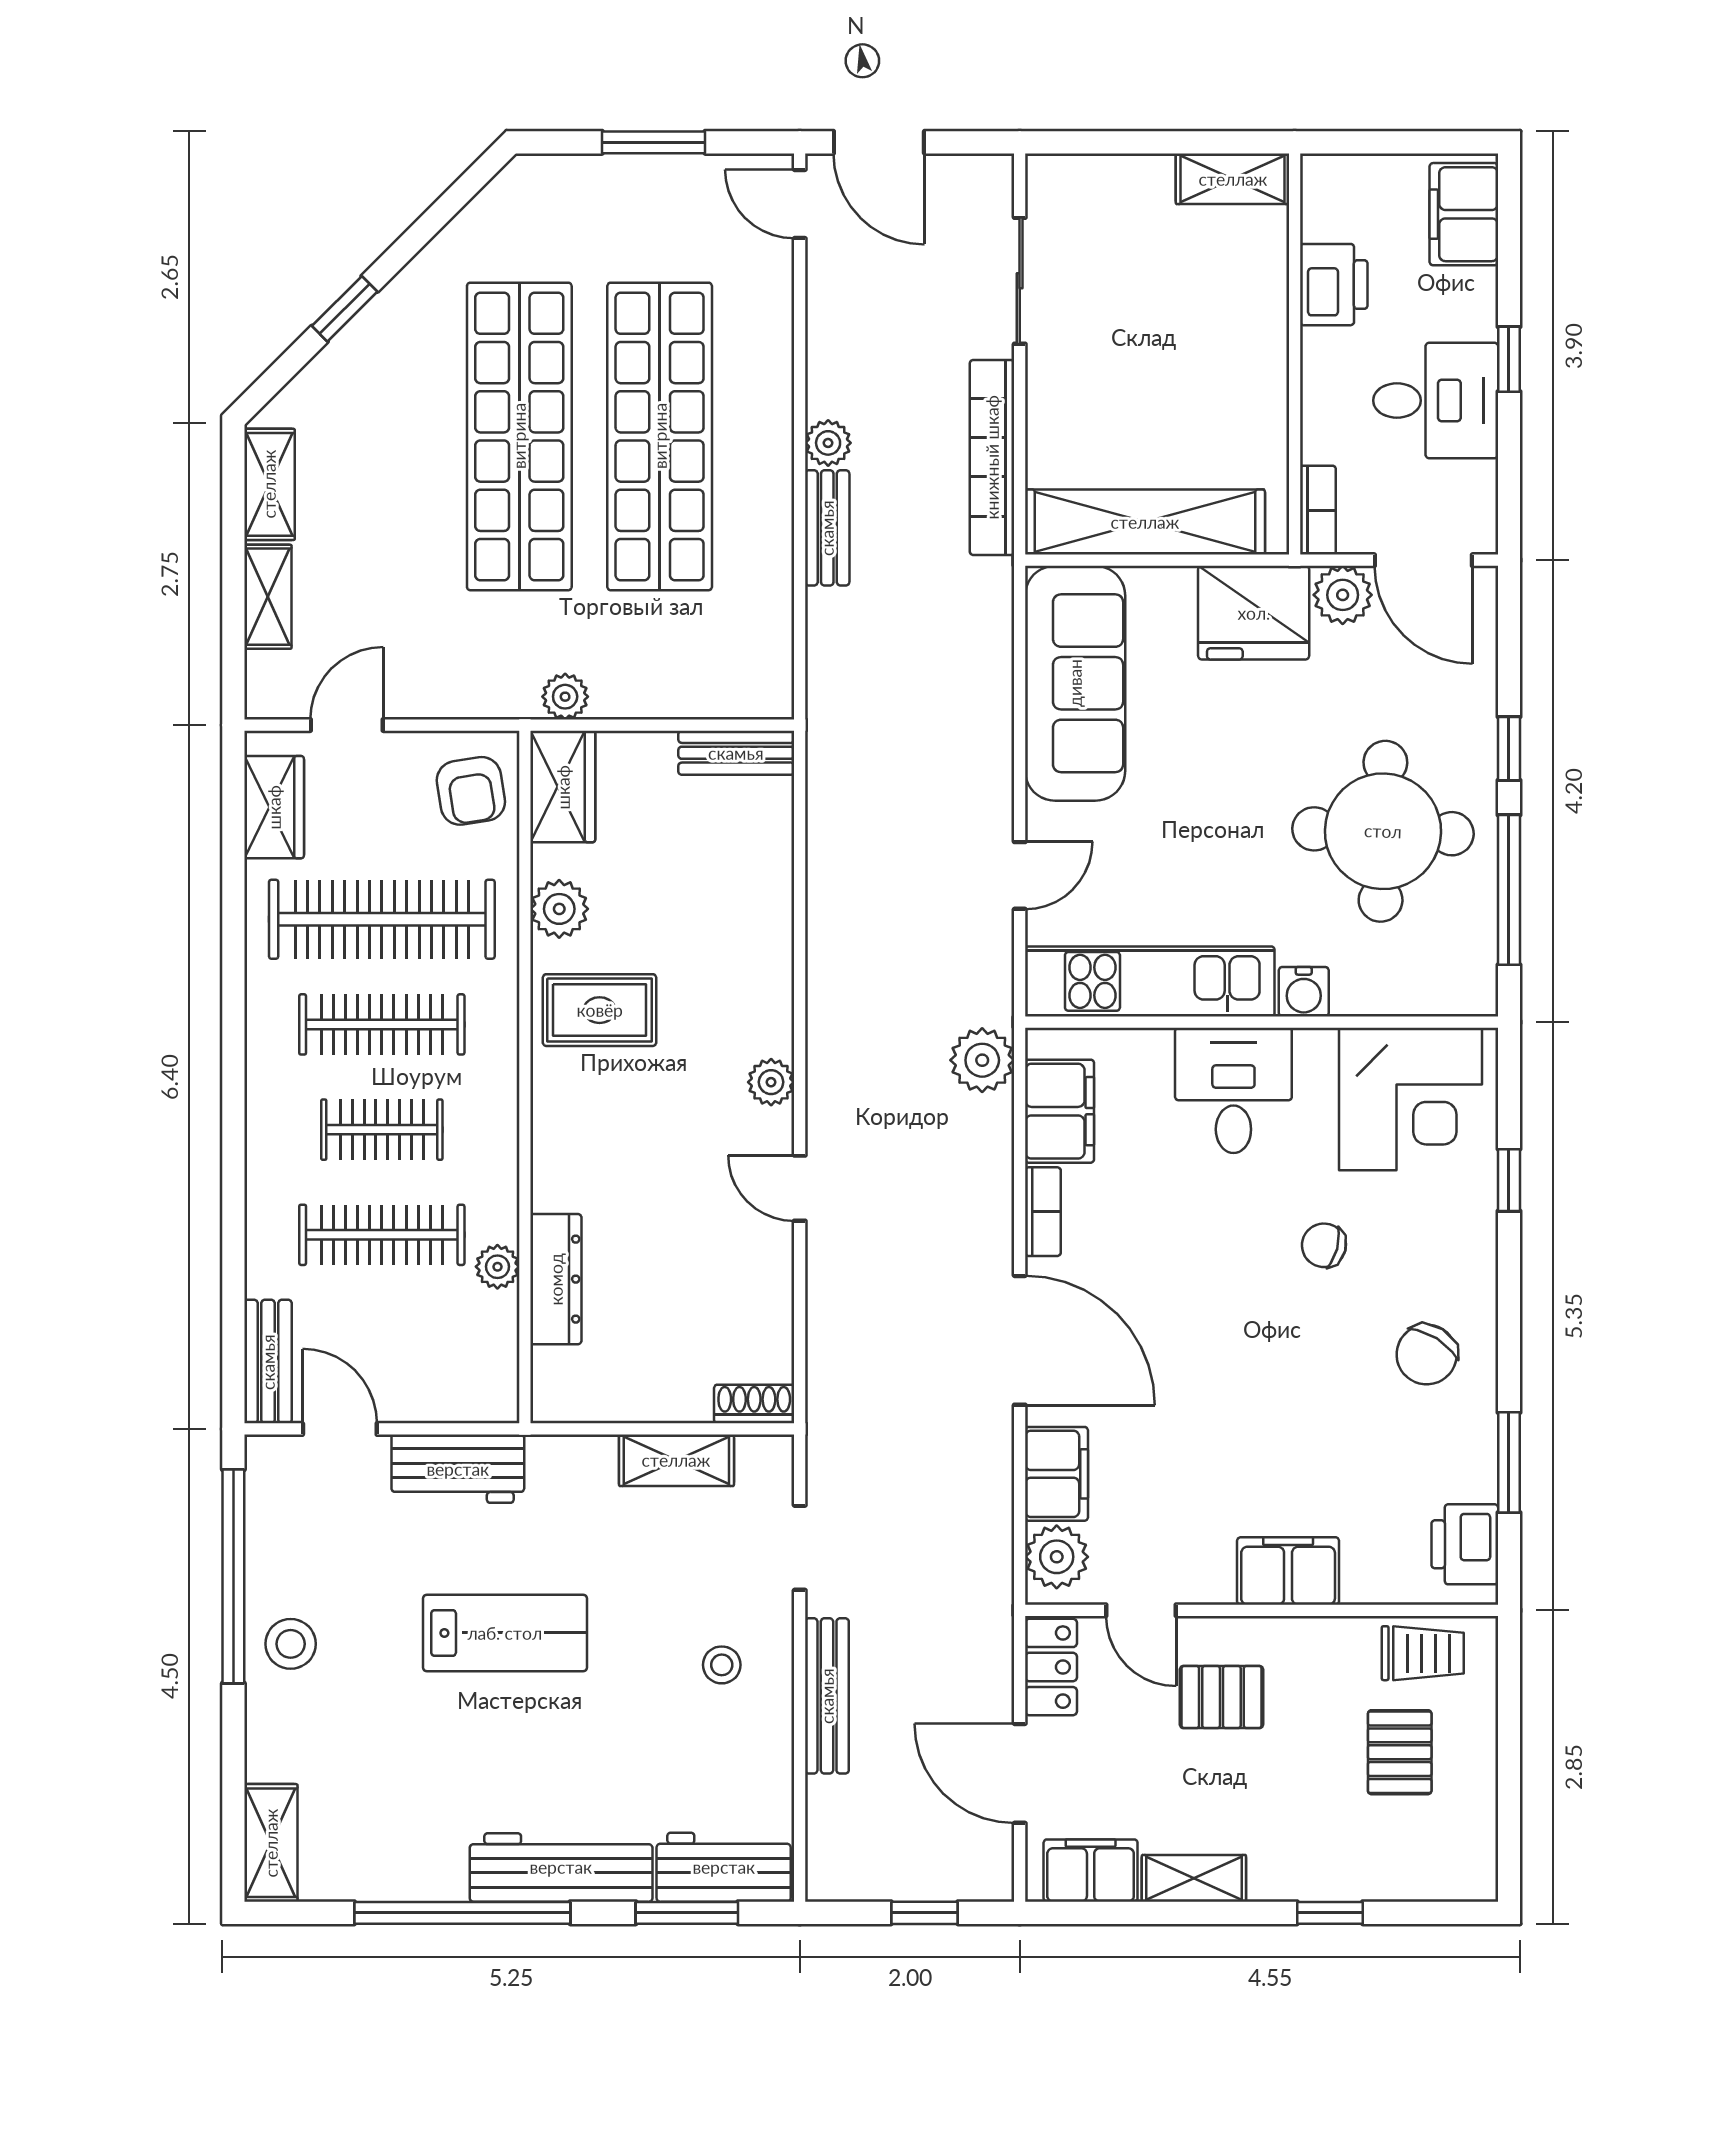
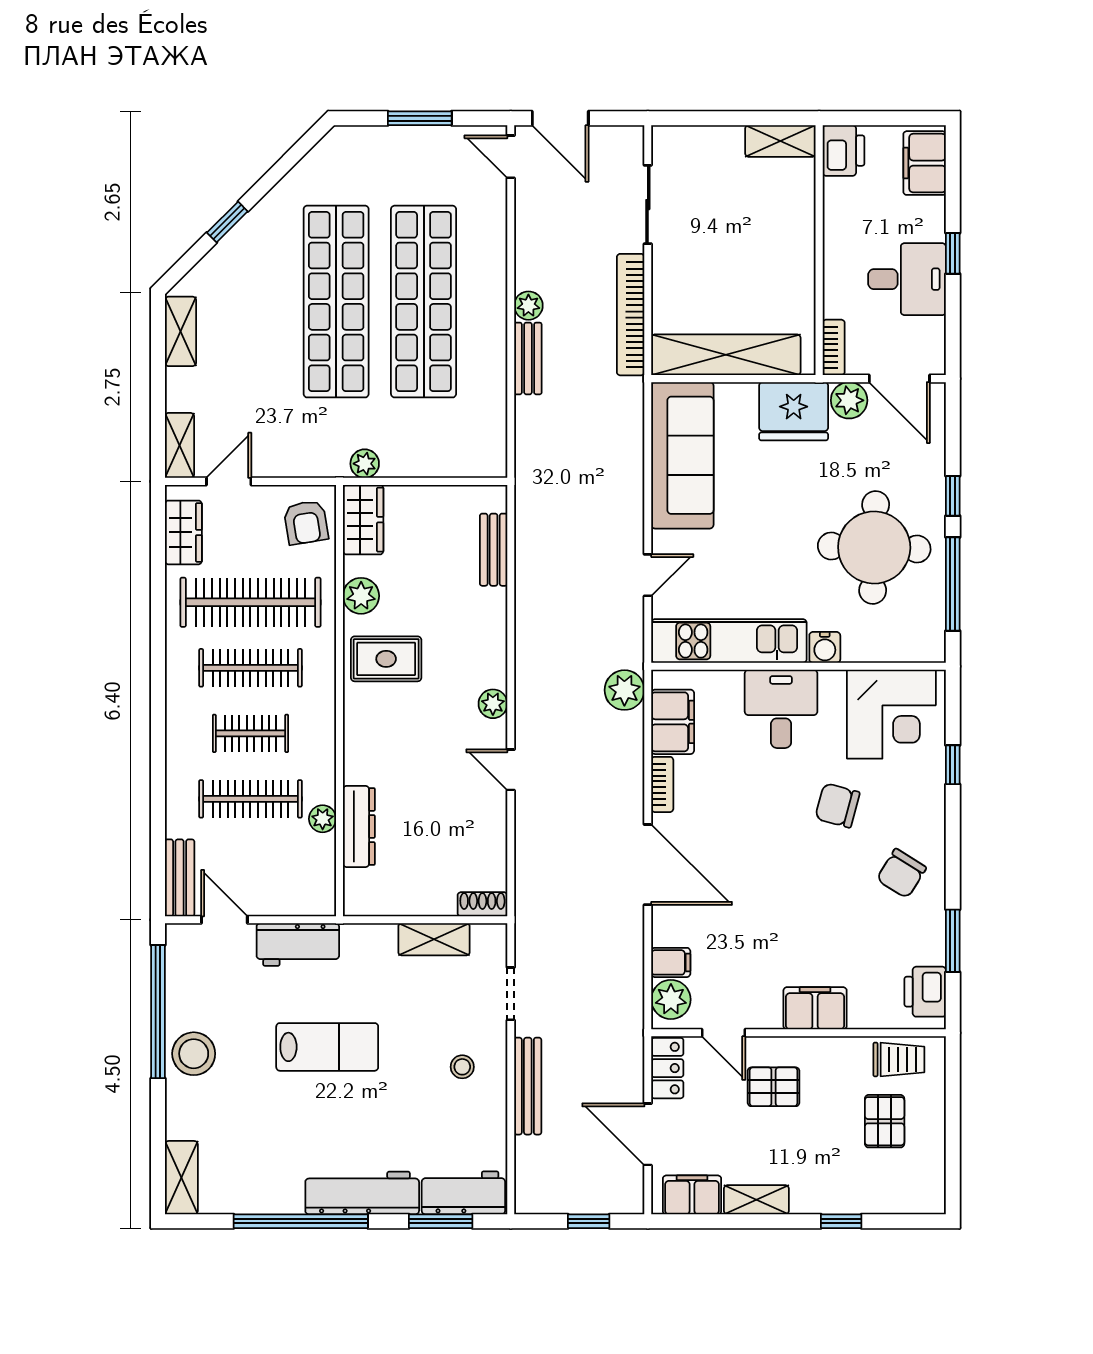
printer: (1334, 285) -> (844, 151), moved
shelving: (268, 597) -> (179, 445), moved
bench: (736, 753) -> (494, 550), moved, turned 90
chair: (1324, 1245) -> (837, 805), width x1.37, depth x1.37
filing cabinet: (1056, 1474) -> (671, 962), width x0.50
stool: (291, 1644) -> (194, 1054), width x1.38, depth x1.38

